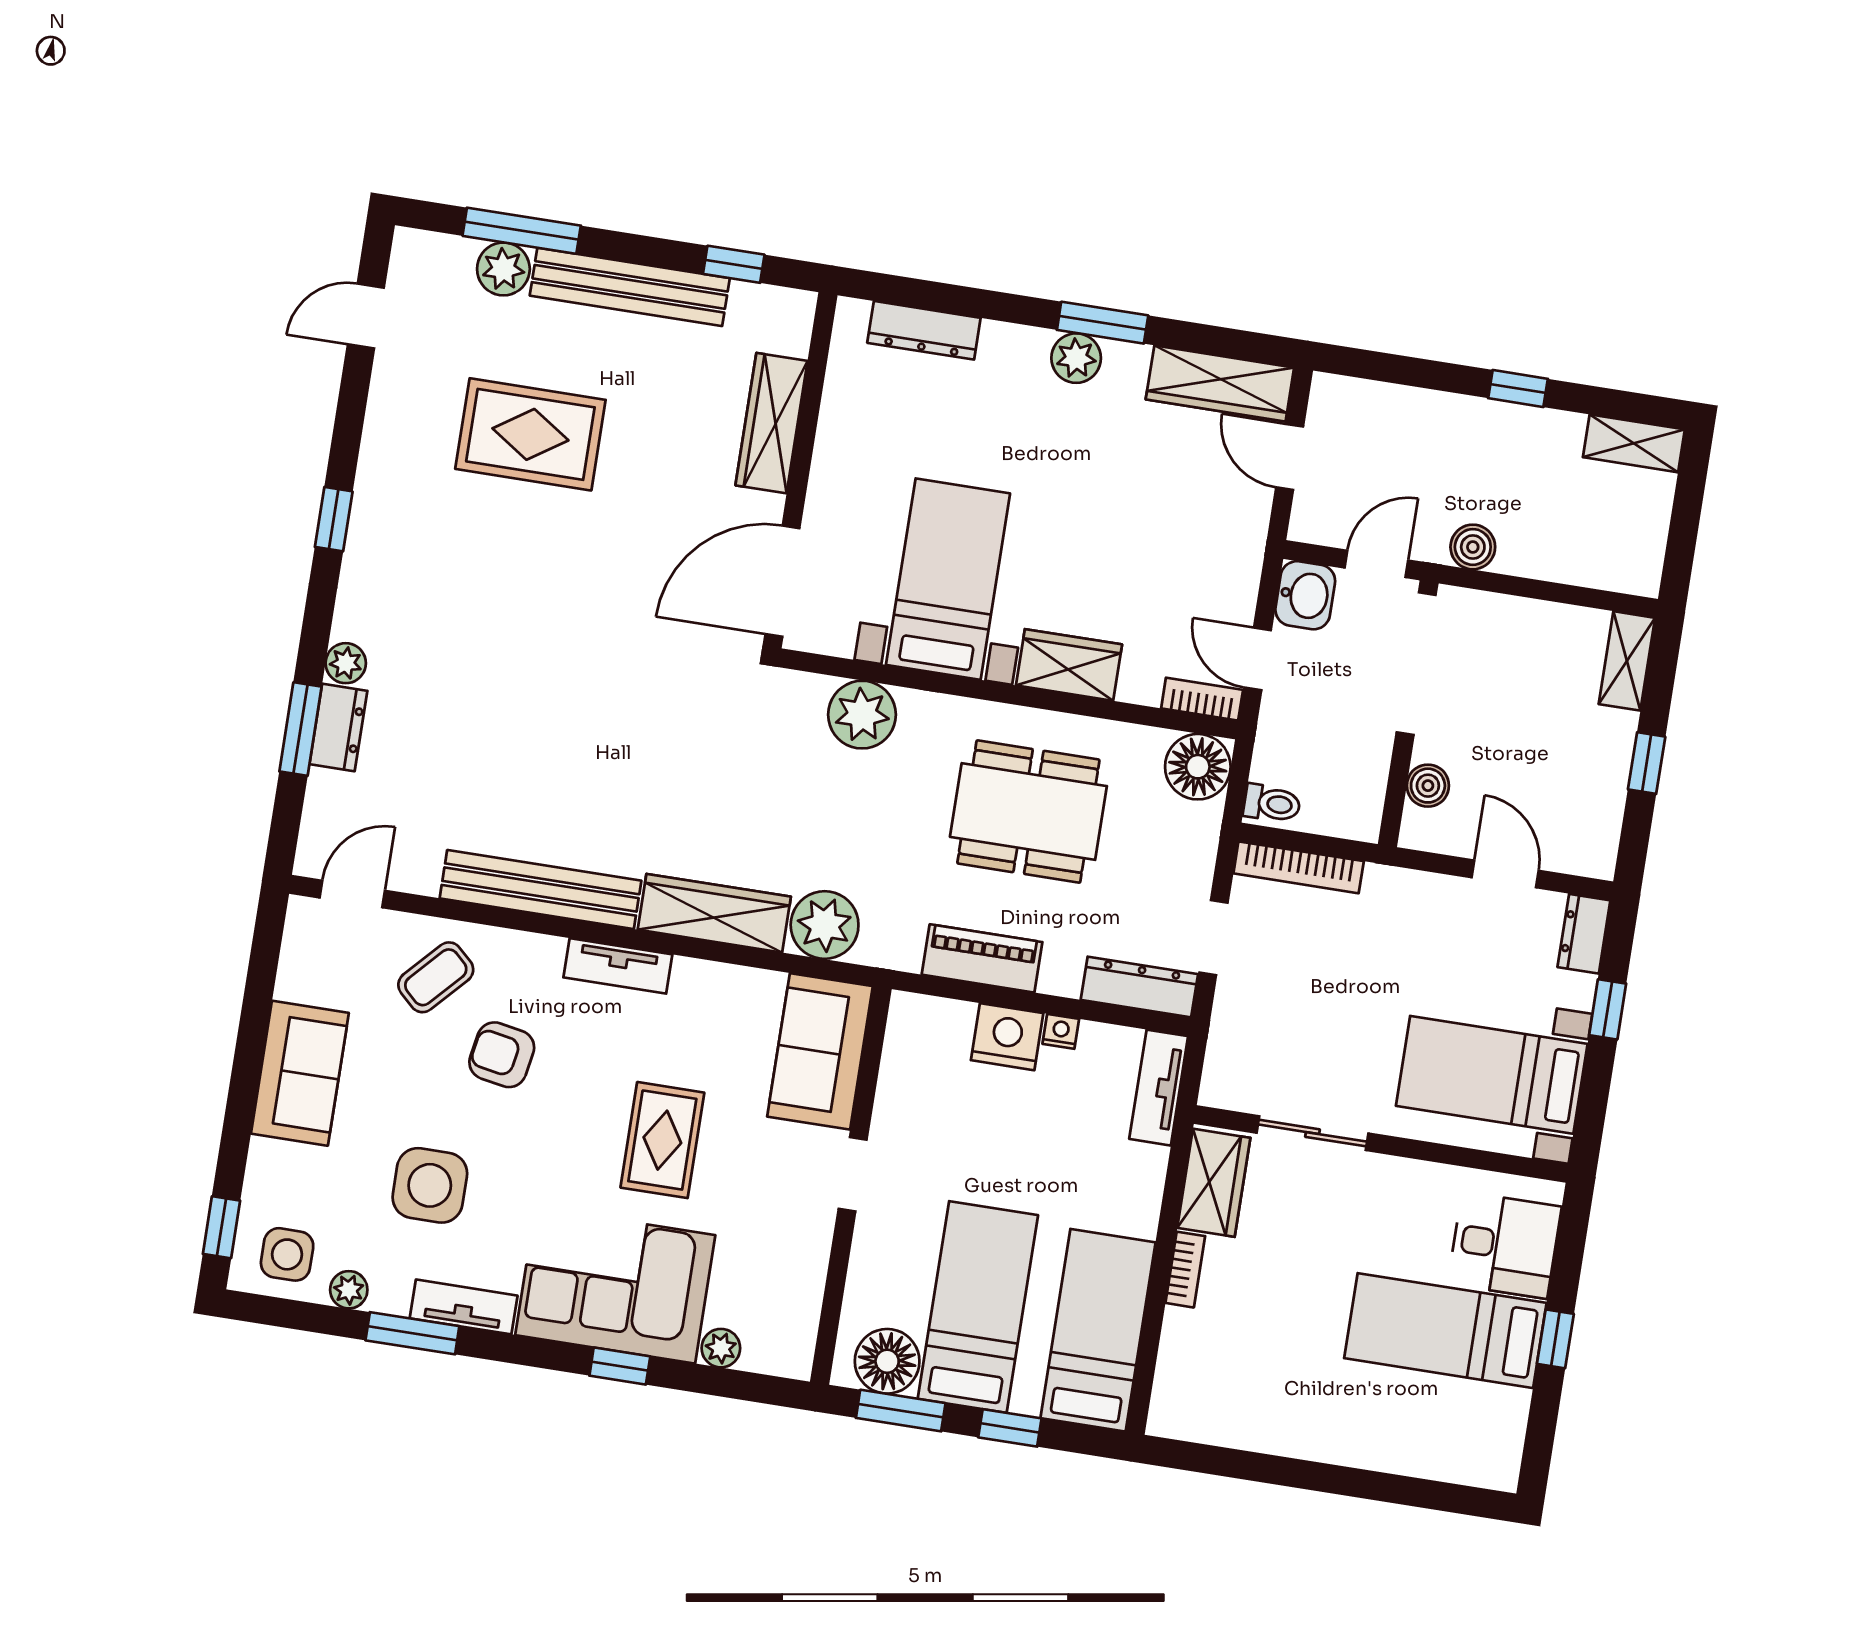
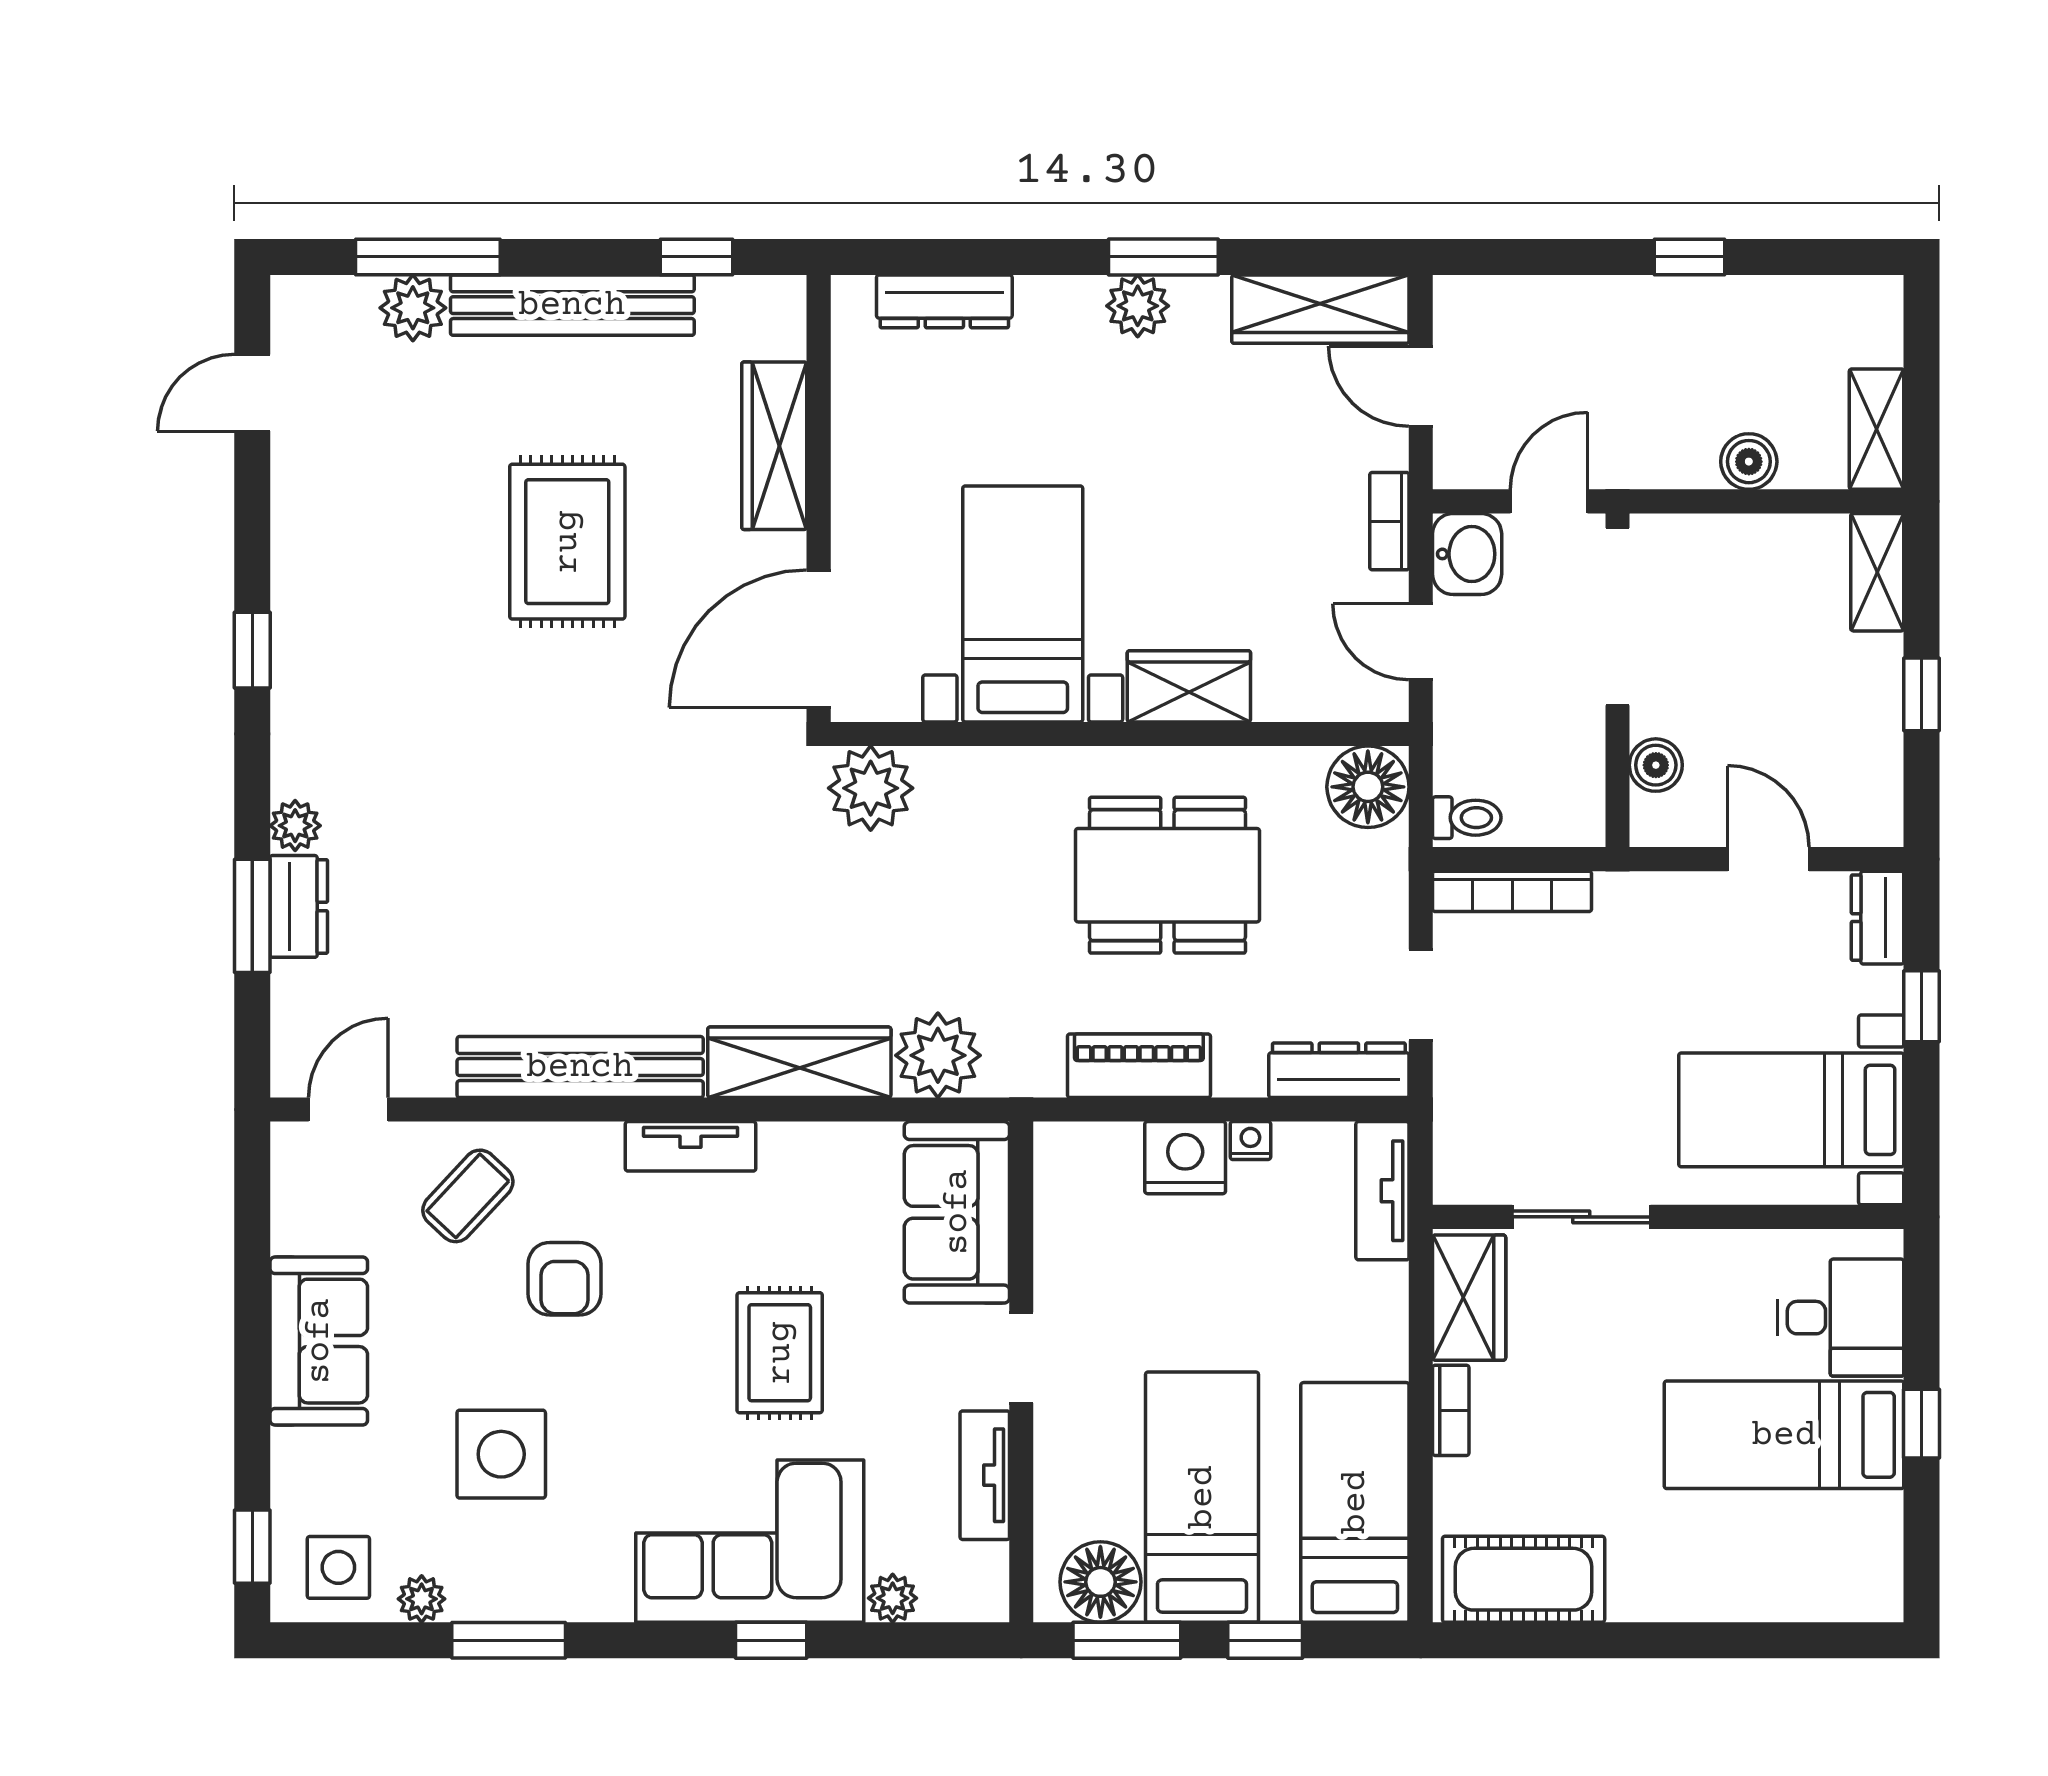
rug: (530, 434) -> (567, 542), moved, turned 90
shelving: (1634, 443) -> (1877, 429), moved, turned 90
boiler: (1473, 547) -> (1749, 462), moved
bookcase: (1202, 699) -> (1389, 521), moved, turned -90
plant: (862, 715) -> (871, 788), moved
armchair: (502, 1055) -> (565, 1279), turned -100
tv unit: (464, 1307) -> (985, 1475), moved, turned -90
cot: (1222, 1412) -> (1524, 1579), added

